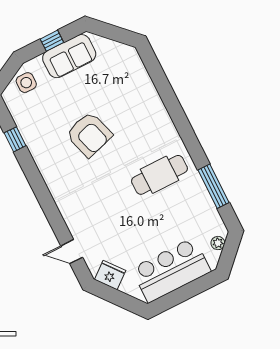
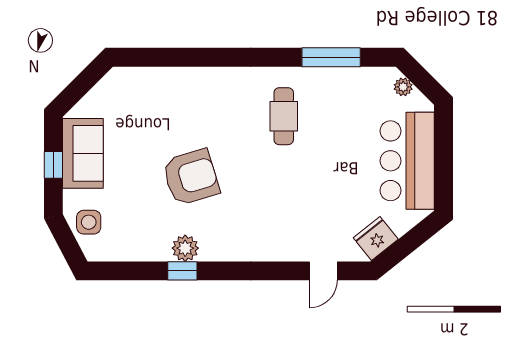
window: (15, 139) -> (182, 271), moved
plant: (41, 154) -> (185, 248), added
cafe table: (160, 175) -> (284, 116), width x0.73, depth x0.74

